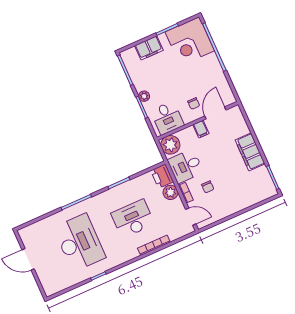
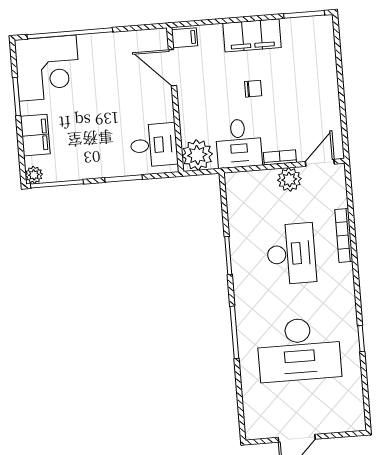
plant: (144, 96) -> (34, 175), moved
chair: (194, 104) -> (146, 96), removed
filing cabinet: (201, 129) -> (185, 38), moved
printer: (162, 176) -> (241, 185), removed
chair: (208, 187) -> (253, 89), moved
plant: (170, 192) -> (289, 179), moved
desk: (133, 219) -> (291, 254), turned 180
desk: (79, 243) -> (299, 350), turned 180

